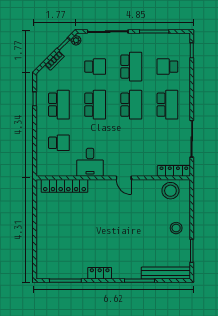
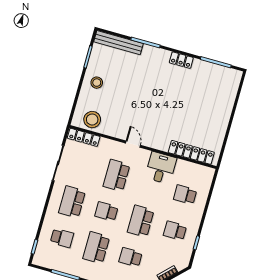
school desk: (59, 105) -> (175, 231), width x0.54
school desk: (131, 105) -> (106, 211), width x0.54
school desk: (131, 143) -> (117, 175), added

